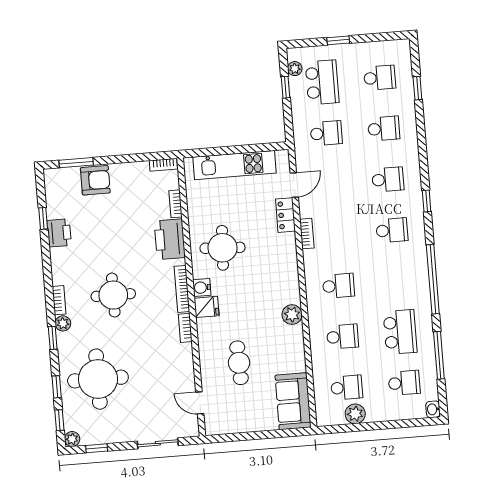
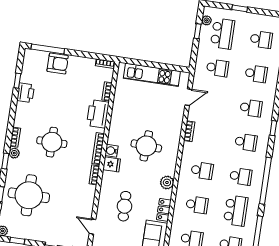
window: (76, 163) -> (48, 49), width x1.44
locker: (285, 215) -> (164, 210), moved
round table: (223, 248) -> (146, 146), moved
school desk: (396, 281) -> (241, 176), added

